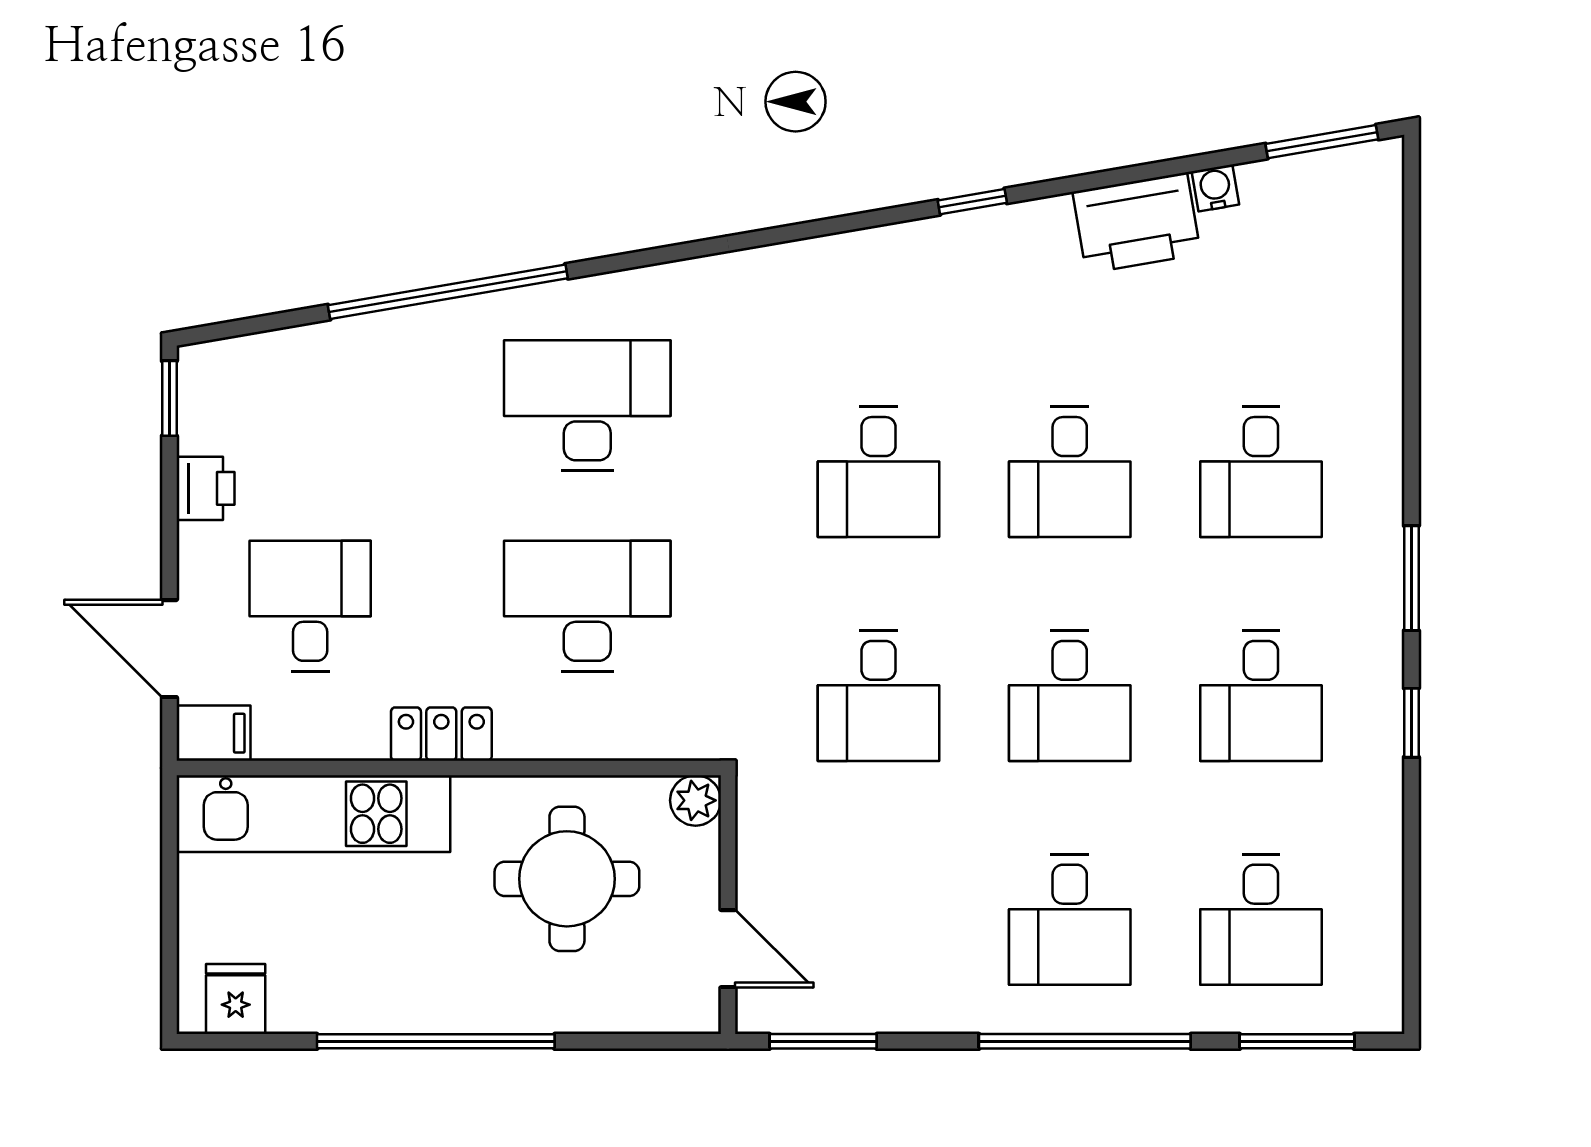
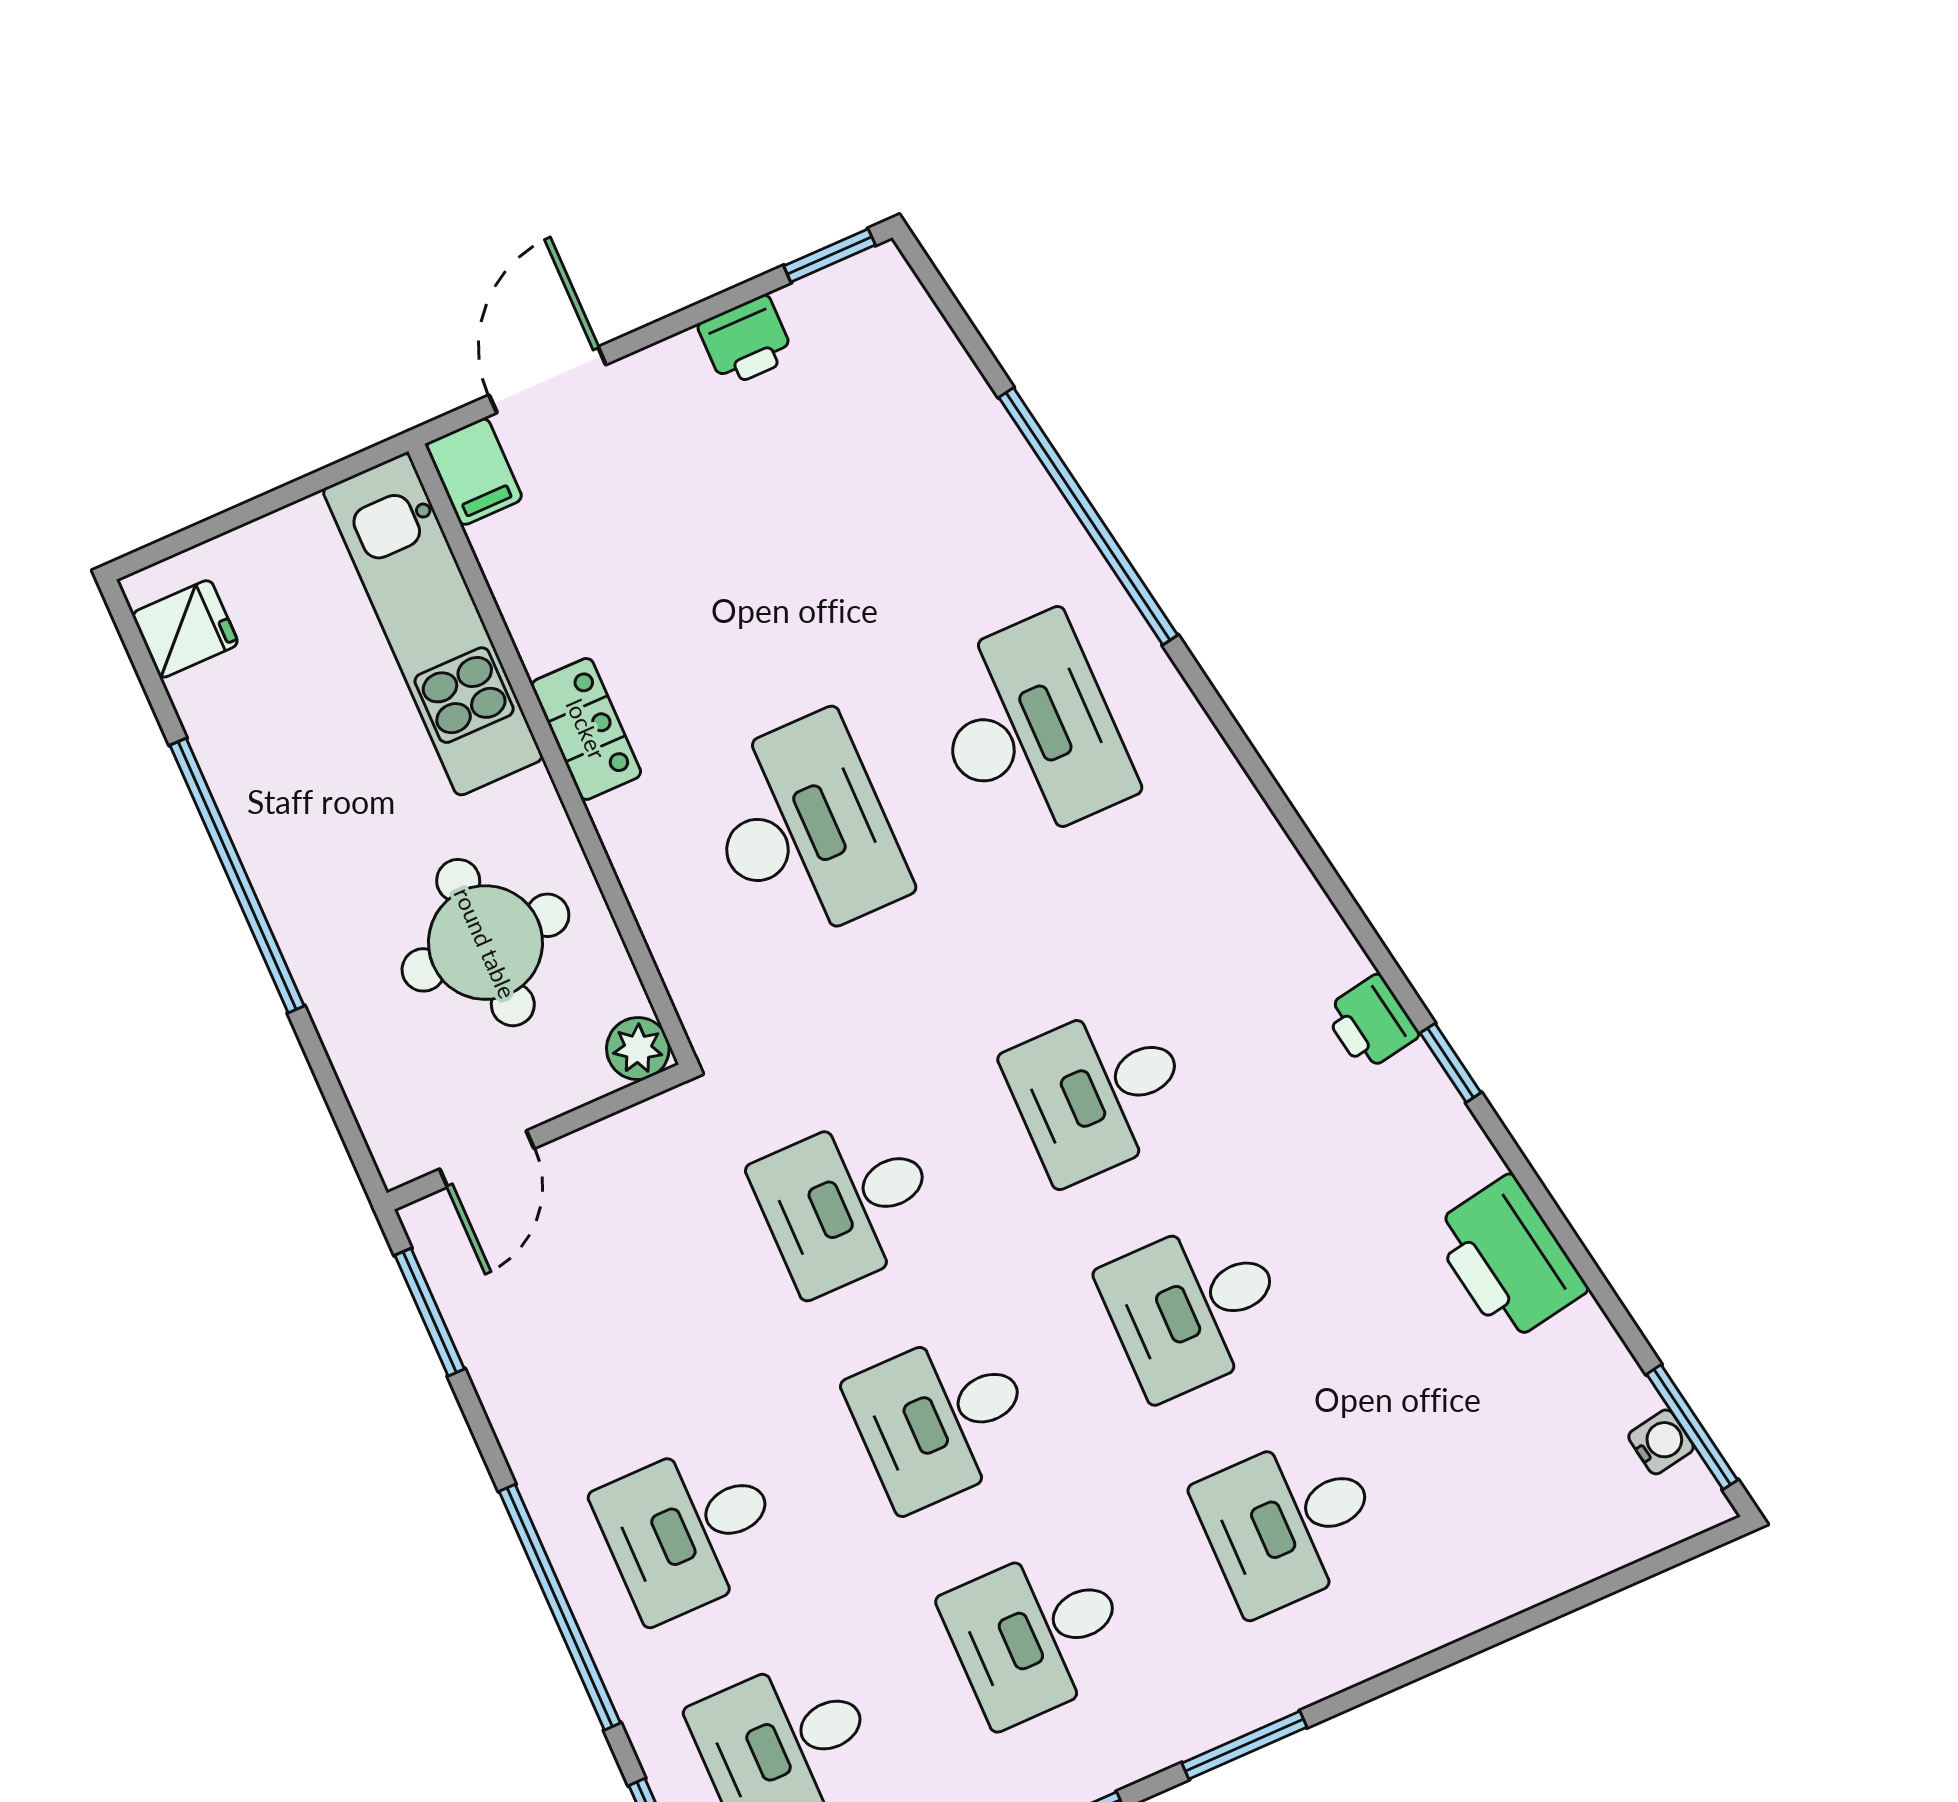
water cooler: (1215, 188) -> (1661, 1442), moved
printer: (917, 247) -> (1371, 1023), added
desk: (310, 606) -> (665, 517), removed

